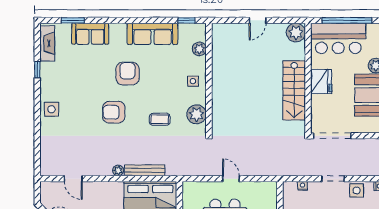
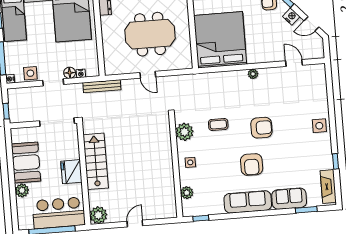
sofa: (152, 34) -> (248, 202), moved
bench: (145, 170) -> (102, 86), moved
floor lamp: (315, 188) -> (70, 73), added

